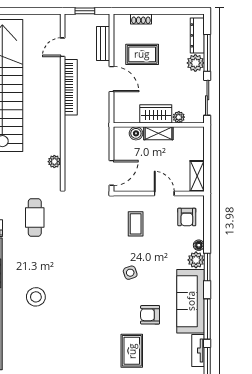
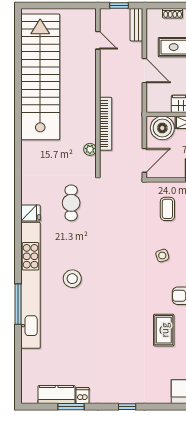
bench: (103, 44) -> (136, 25), moved
door: (63, 47) -> (98, 40), swing flipped
bookcase: (71, 87) -> (106, 124), moved
boiler: (136, 133) -> (162, 128), width x1.86, depth x1.86

